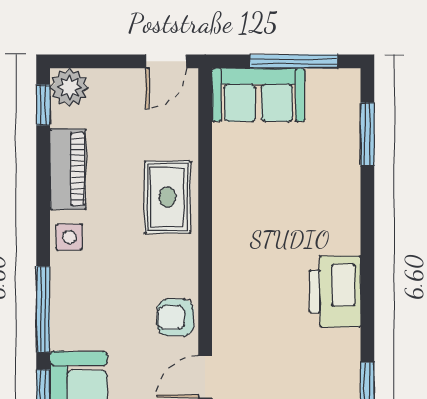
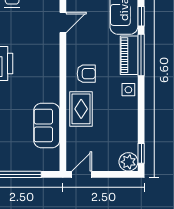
sofa: (258, 95) -> (47, 126), moved, turned -90
piano: (68, 169) -> (129, 55), moved
armchair: (176, 318) -> (86, 74), moved

